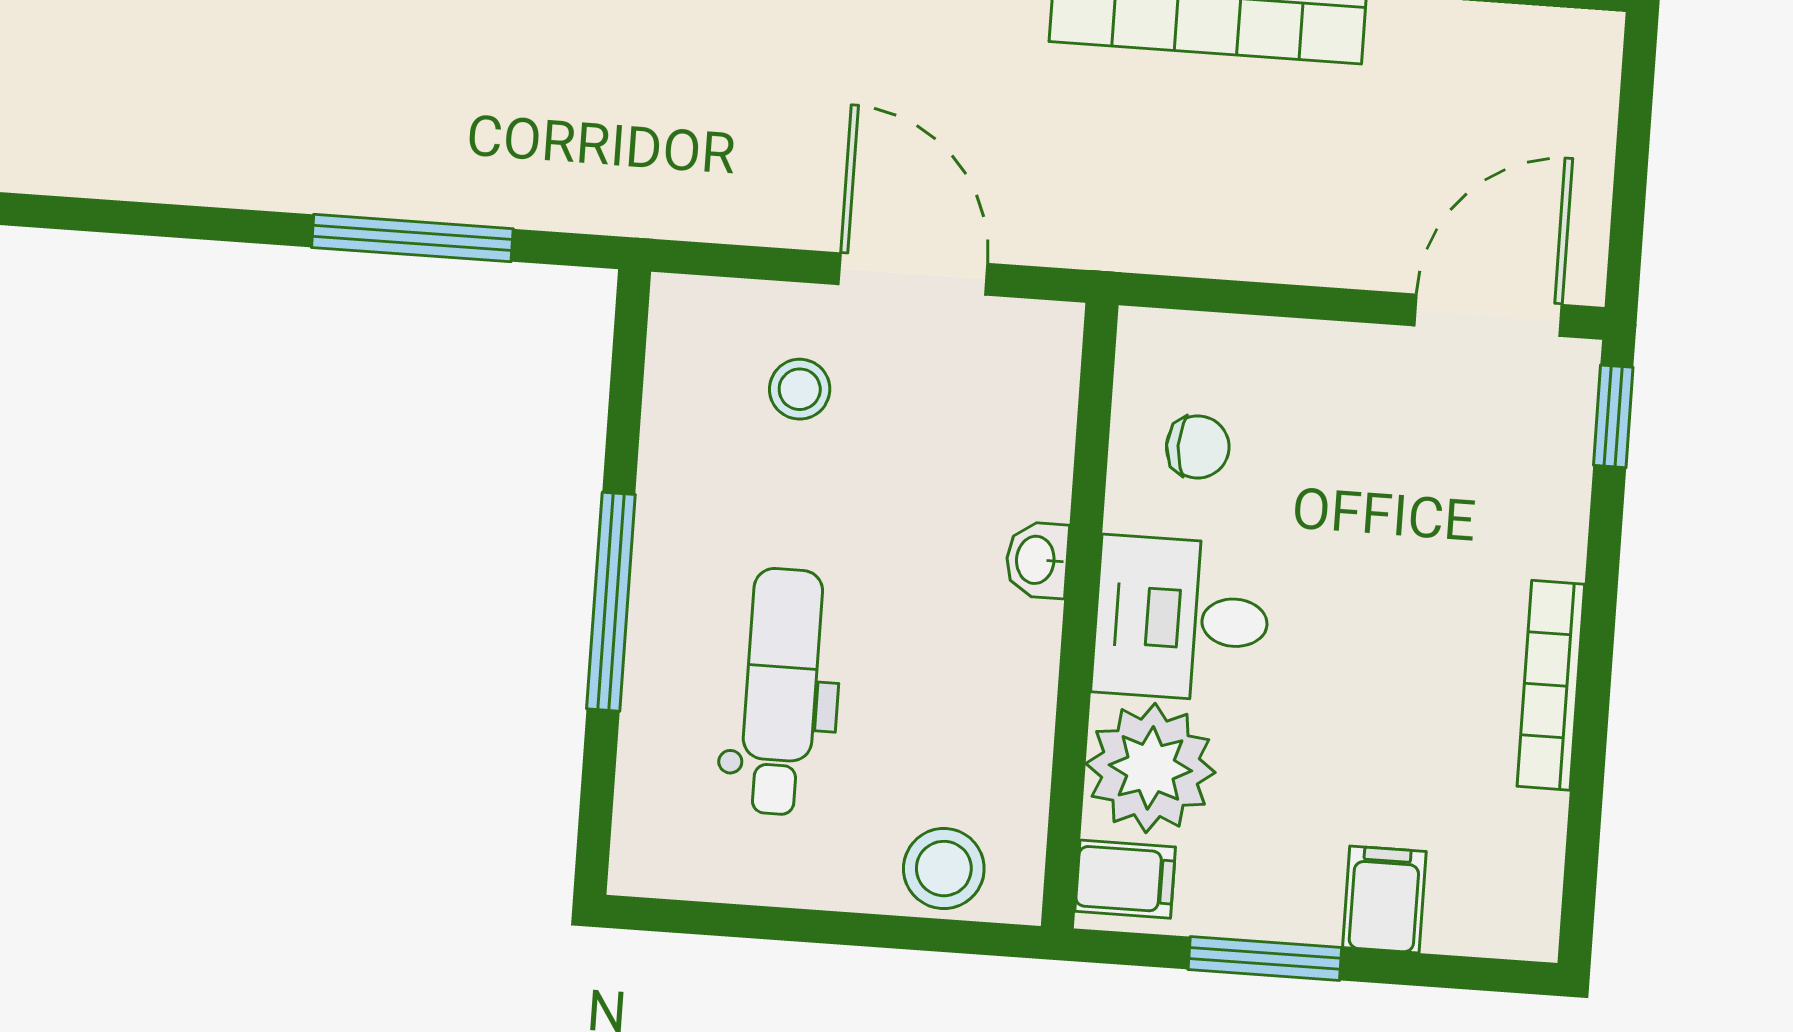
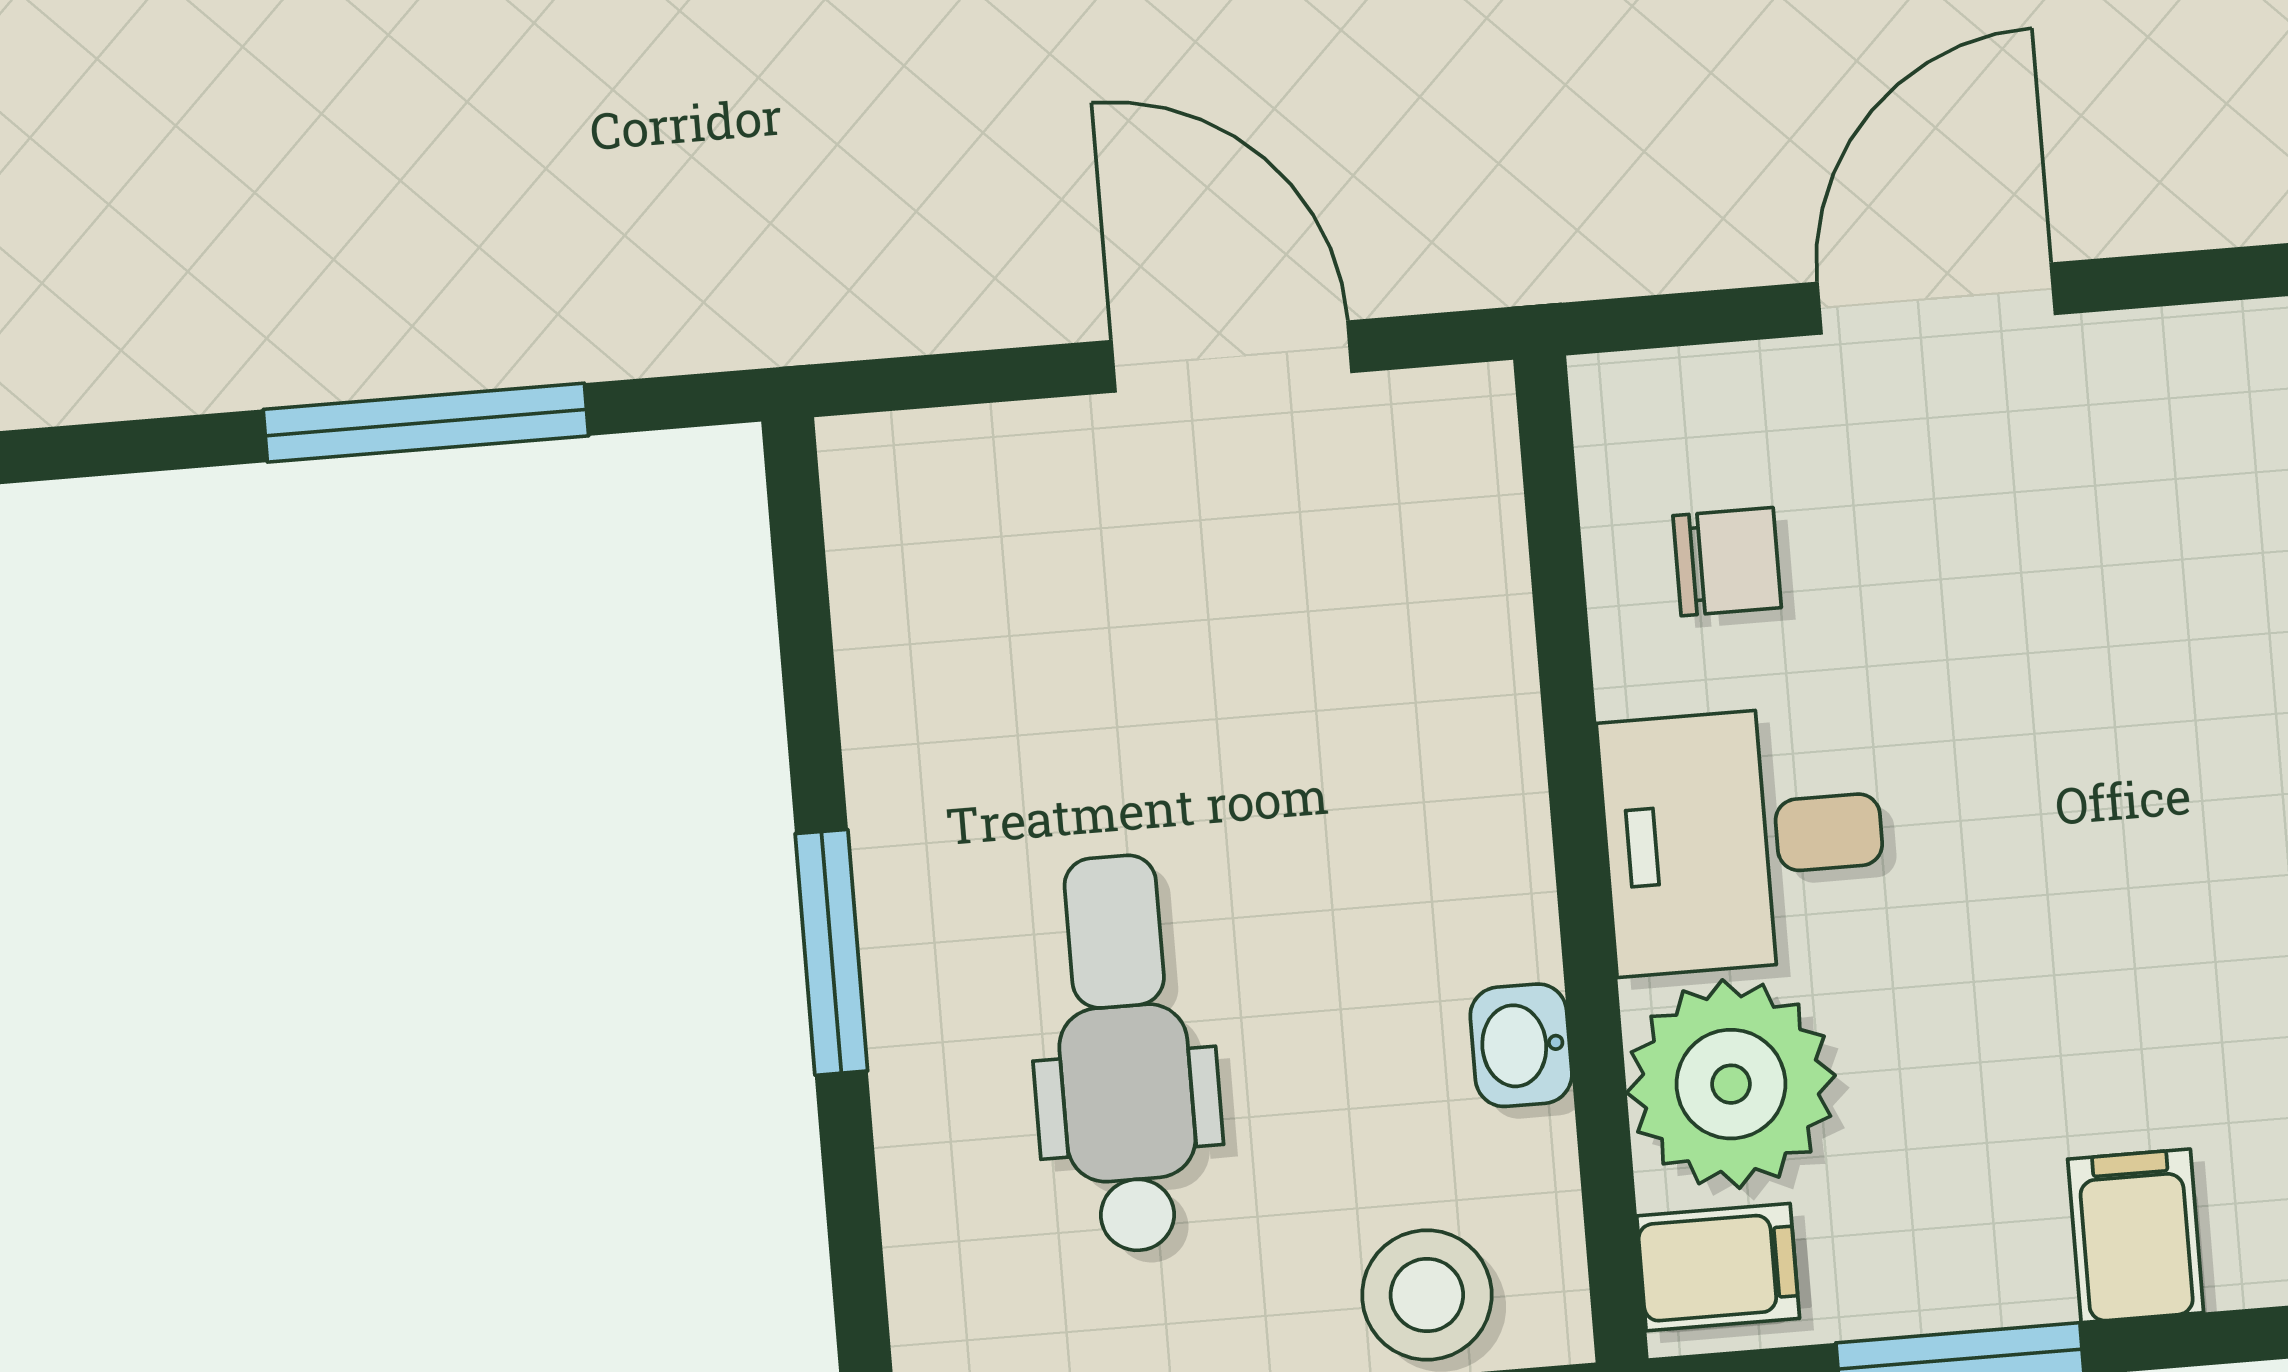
door: (1488, 315) -> (1936, 298), moved
stool: (800, 389) -> (1079, 568), removed
washbasin: (1037, 560) -> (1521, 1045), moved
window: (611, 602) -> (831, 952), width x0.69

